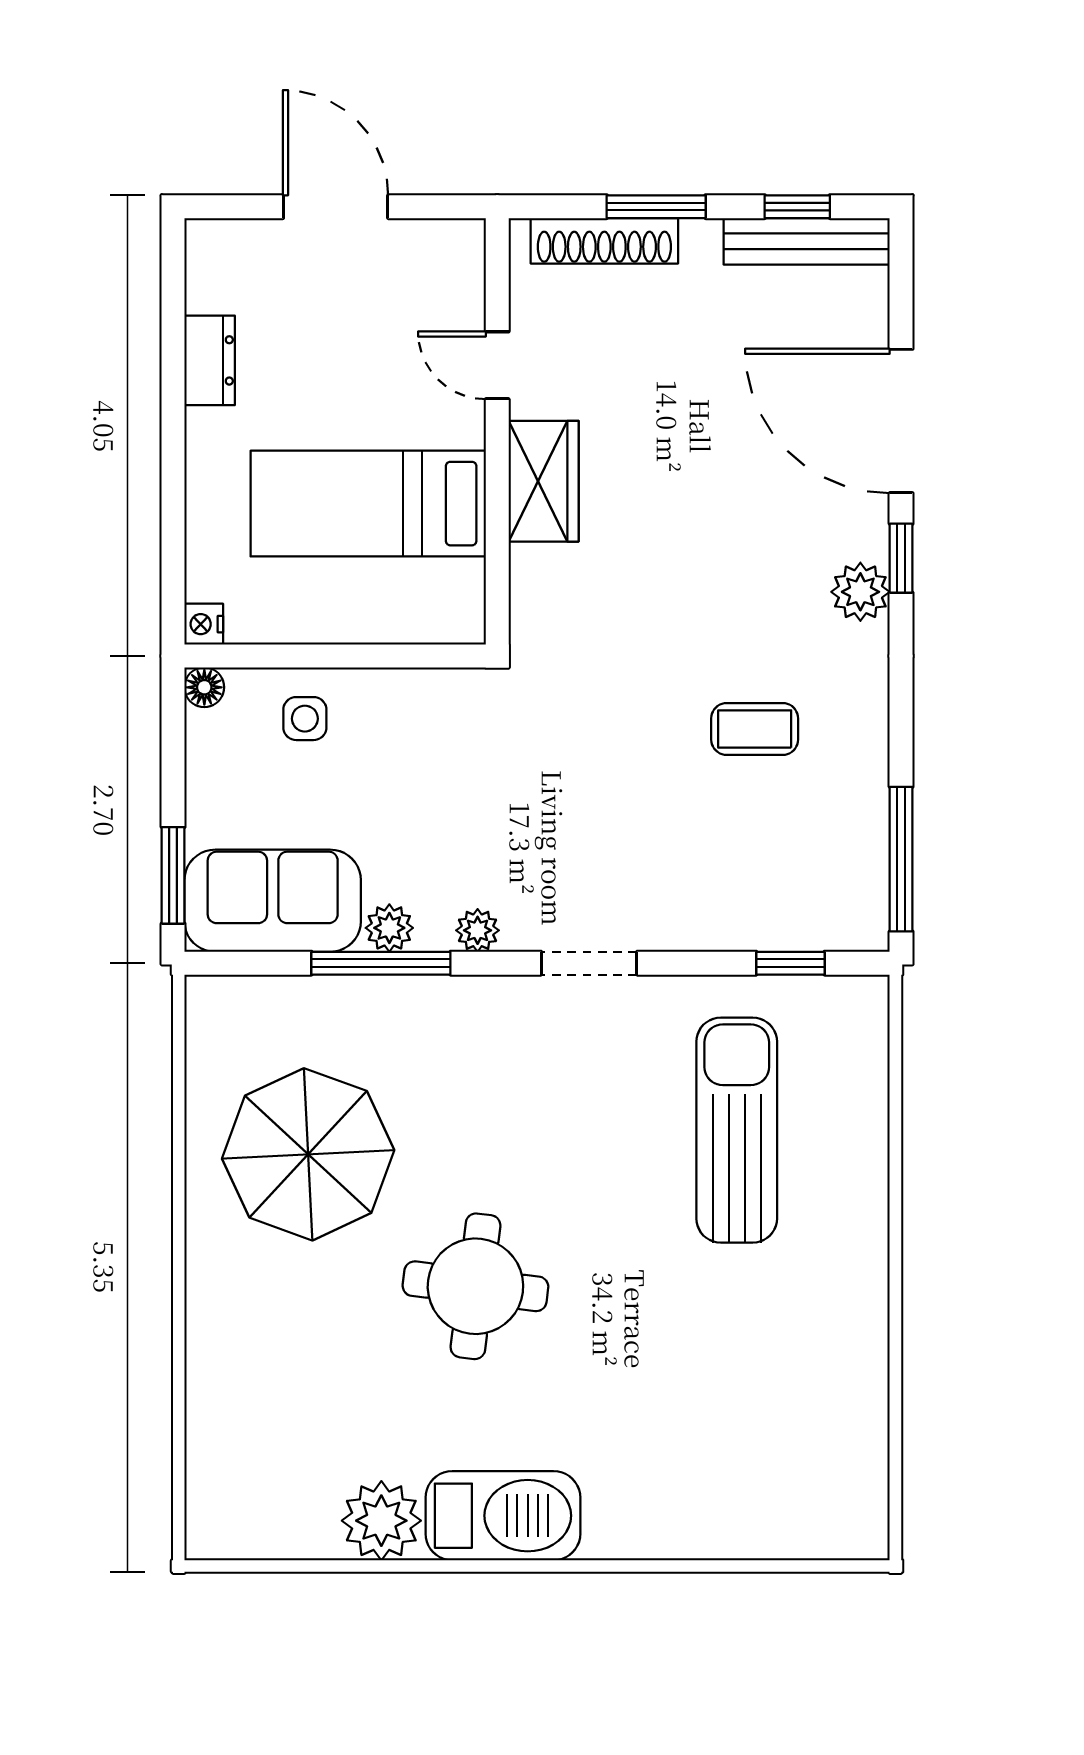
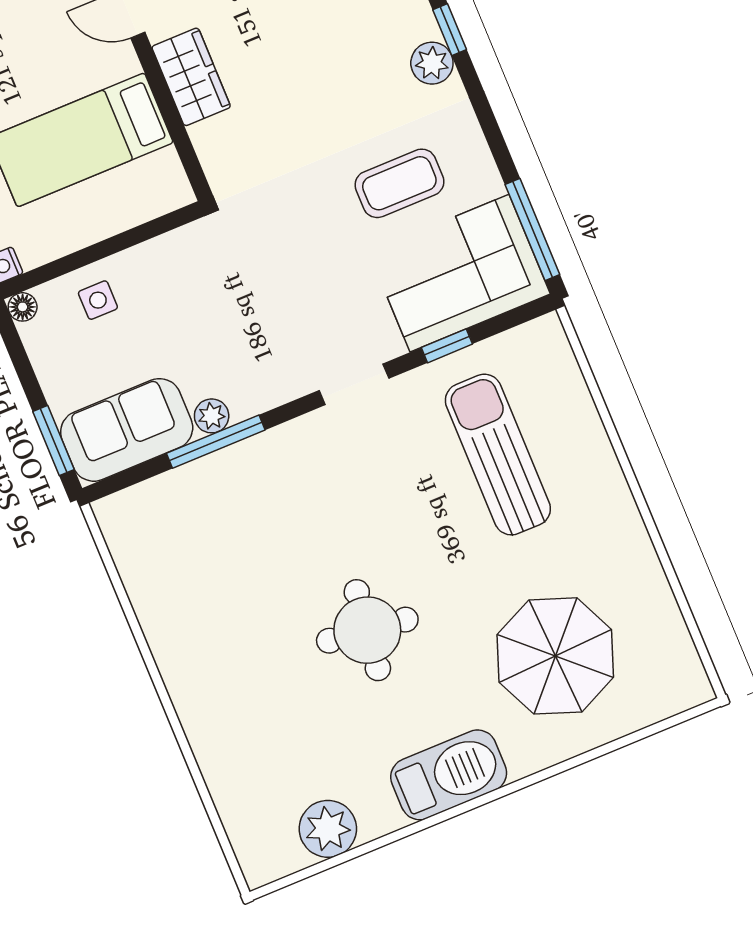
coffee table: (755, 729) -> (399, 183), width x1.36, depth x1.30
corner sofa: (784, 876) -> (460, 273), added
plant: (478, 930) -> (271, 393), removed
window: (790, 963) -> (447, 346), moved
parasol: (308, 1154) -> (555, 656), moved
plant: (381, 1521) -> (328, 829), moved

